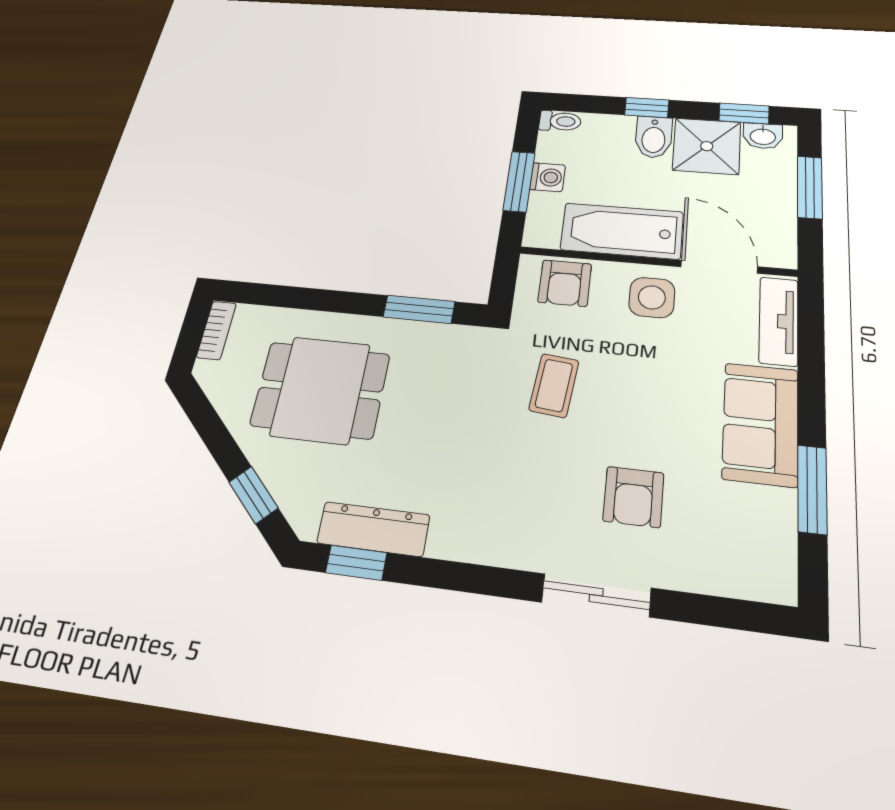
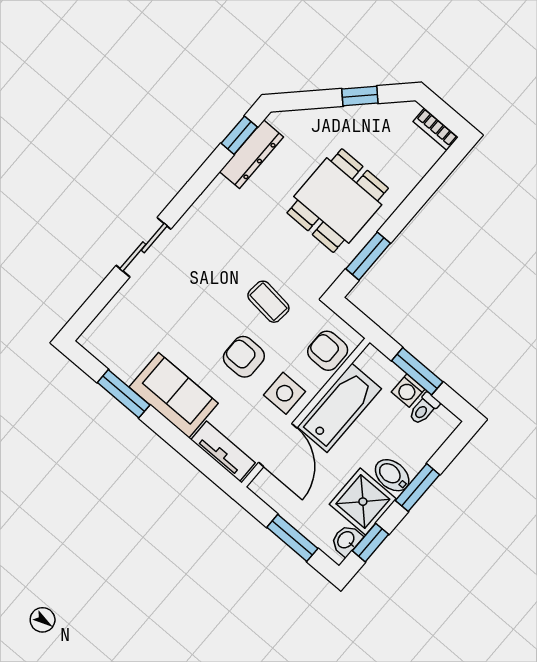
window: (647, 107) -> (417, 488), width x1.50
toilet: (560, 121) -> (424, 409), moved
door: (719, 267) -> (278, 445), hinge flipped
dining table: (320, 390) -> (338, 201), moved
window: (253, 495) -> (360, 96), moved
armchair: (633, 497) -> (244, 357), moved

